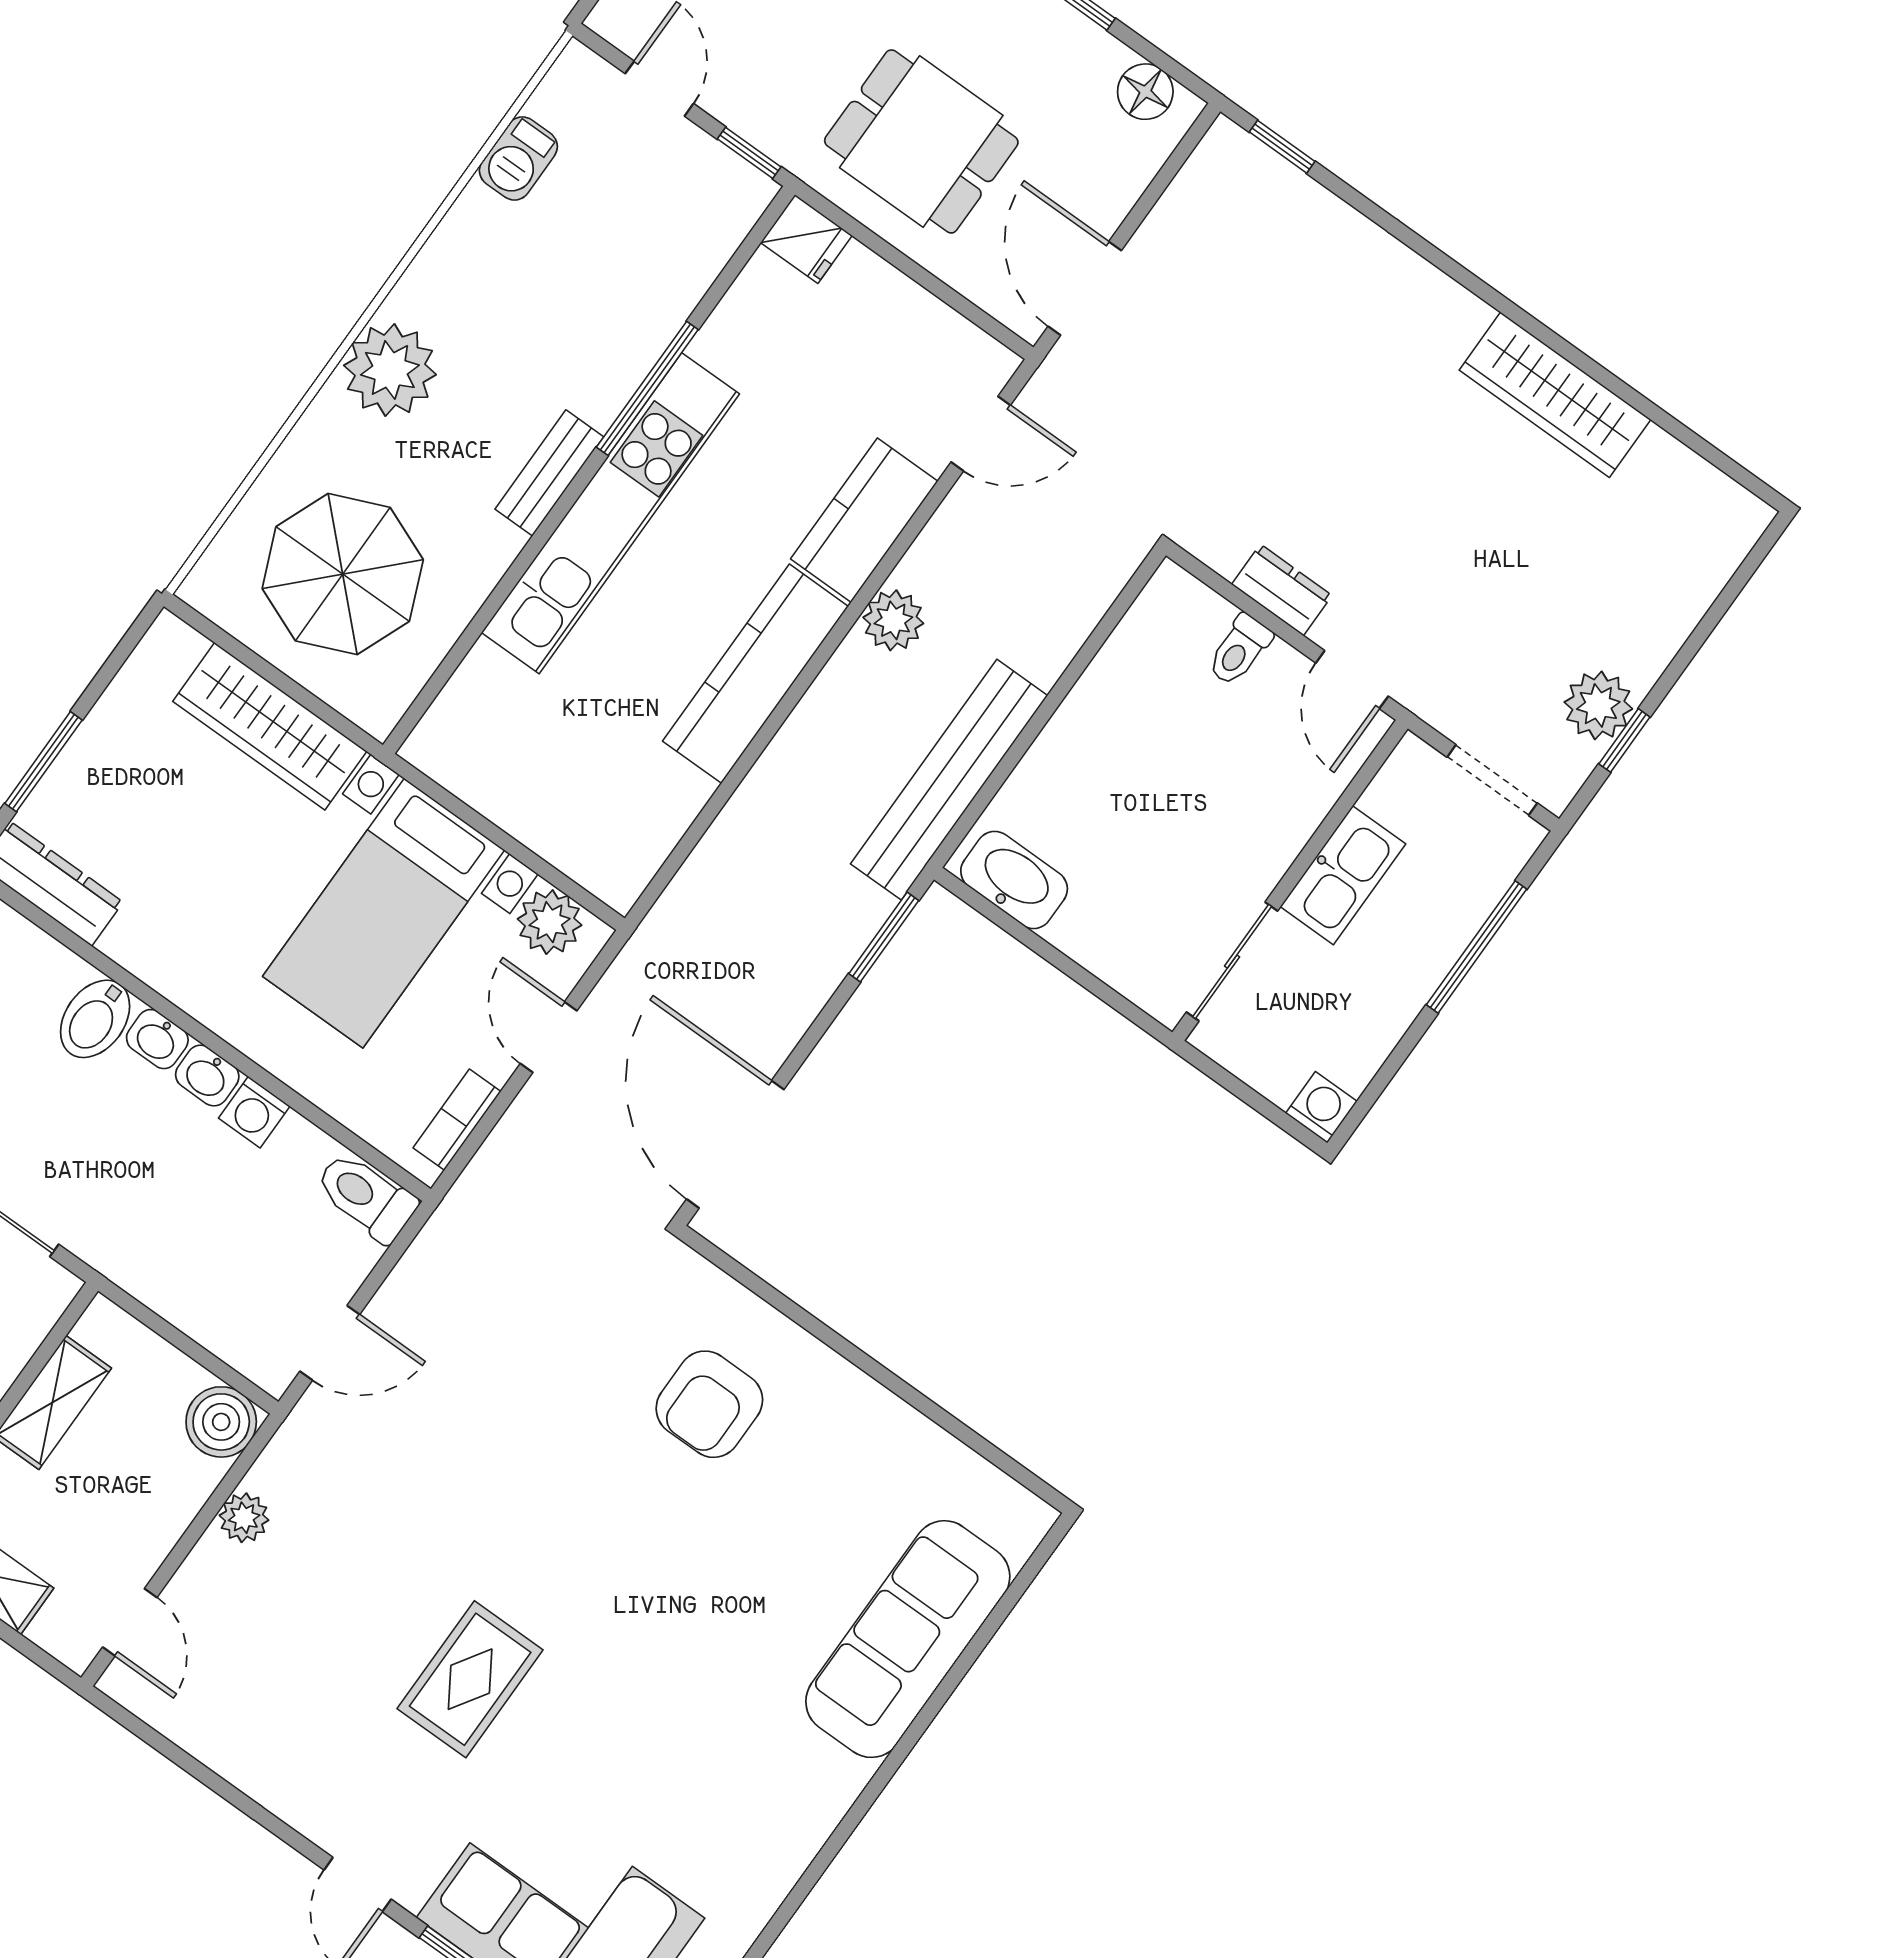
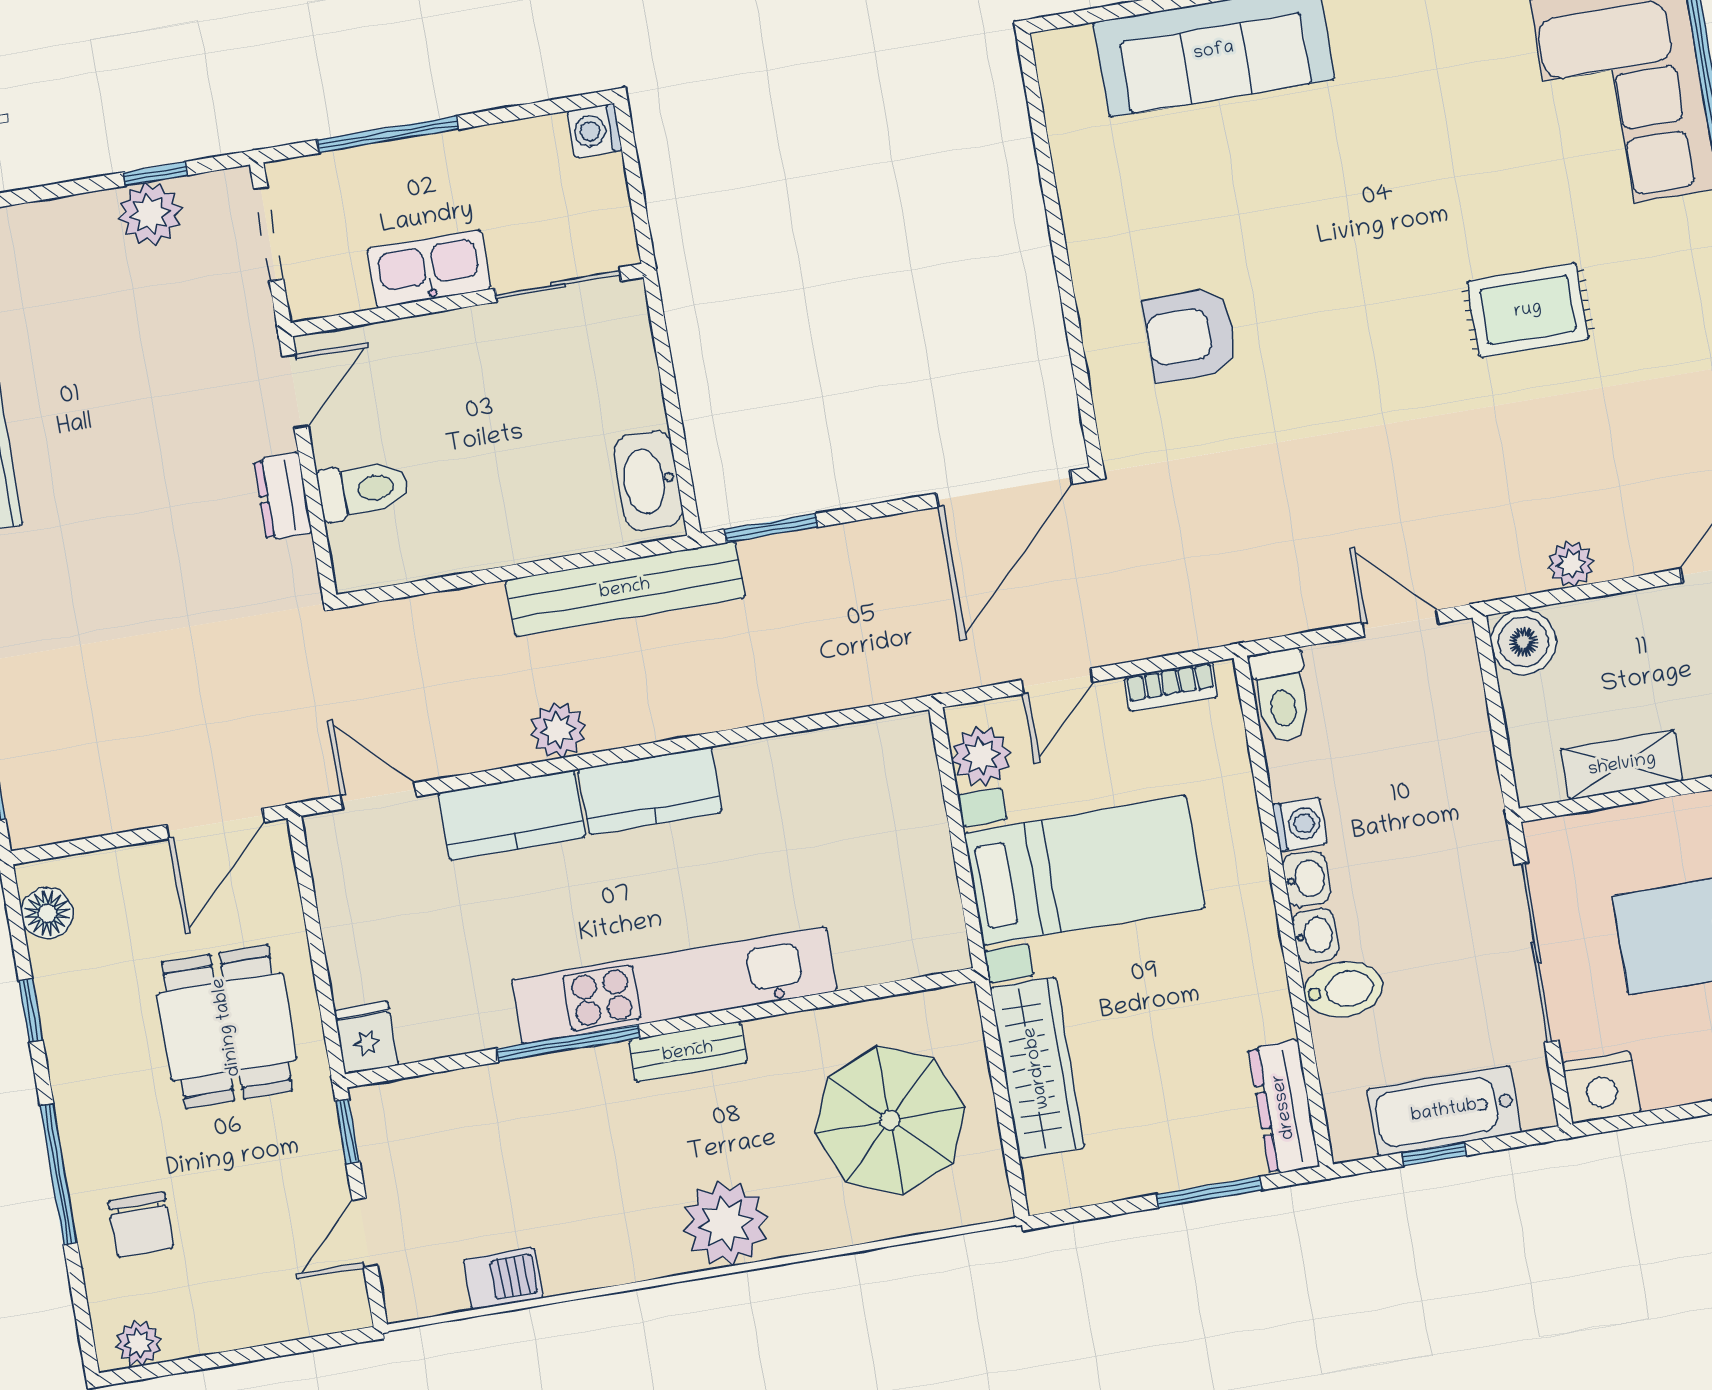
toilet: (1239, 650) -> (363, 490), width x1.37, depth x1.39
kitchen counter: (755, 674) -> (650, 791), width x0.67
armchair: (709, 1404) -> (1191, 335), turned 180

